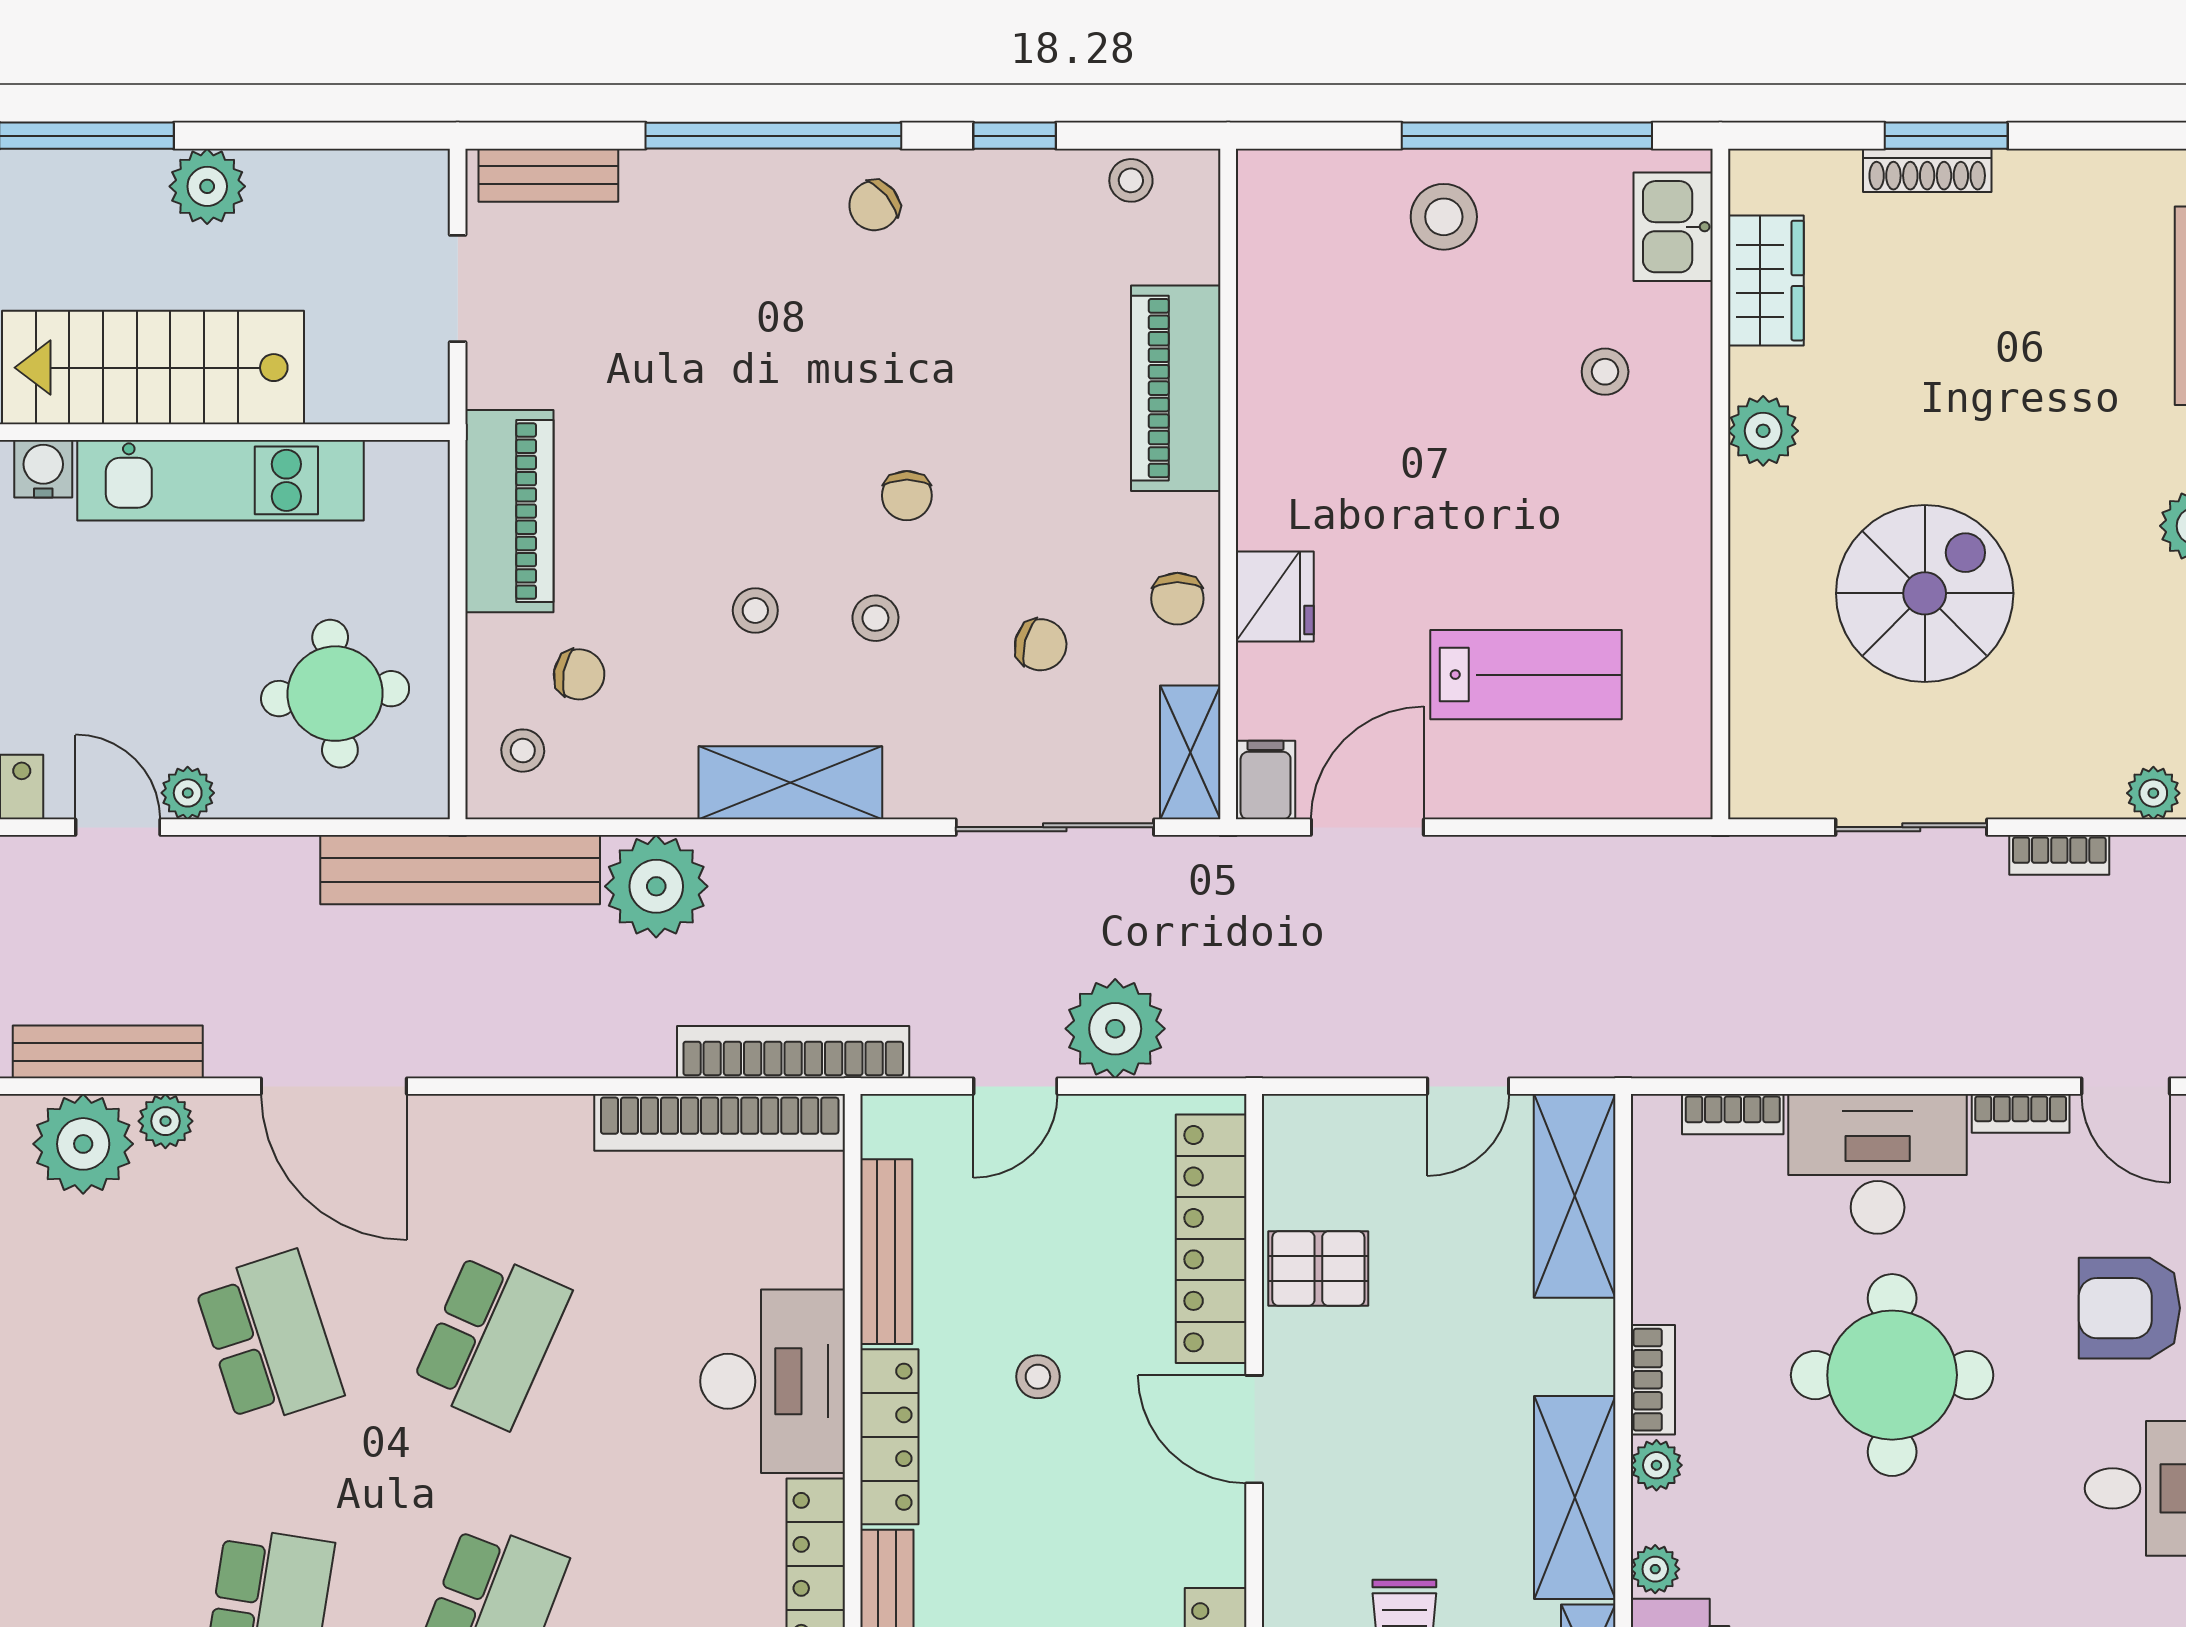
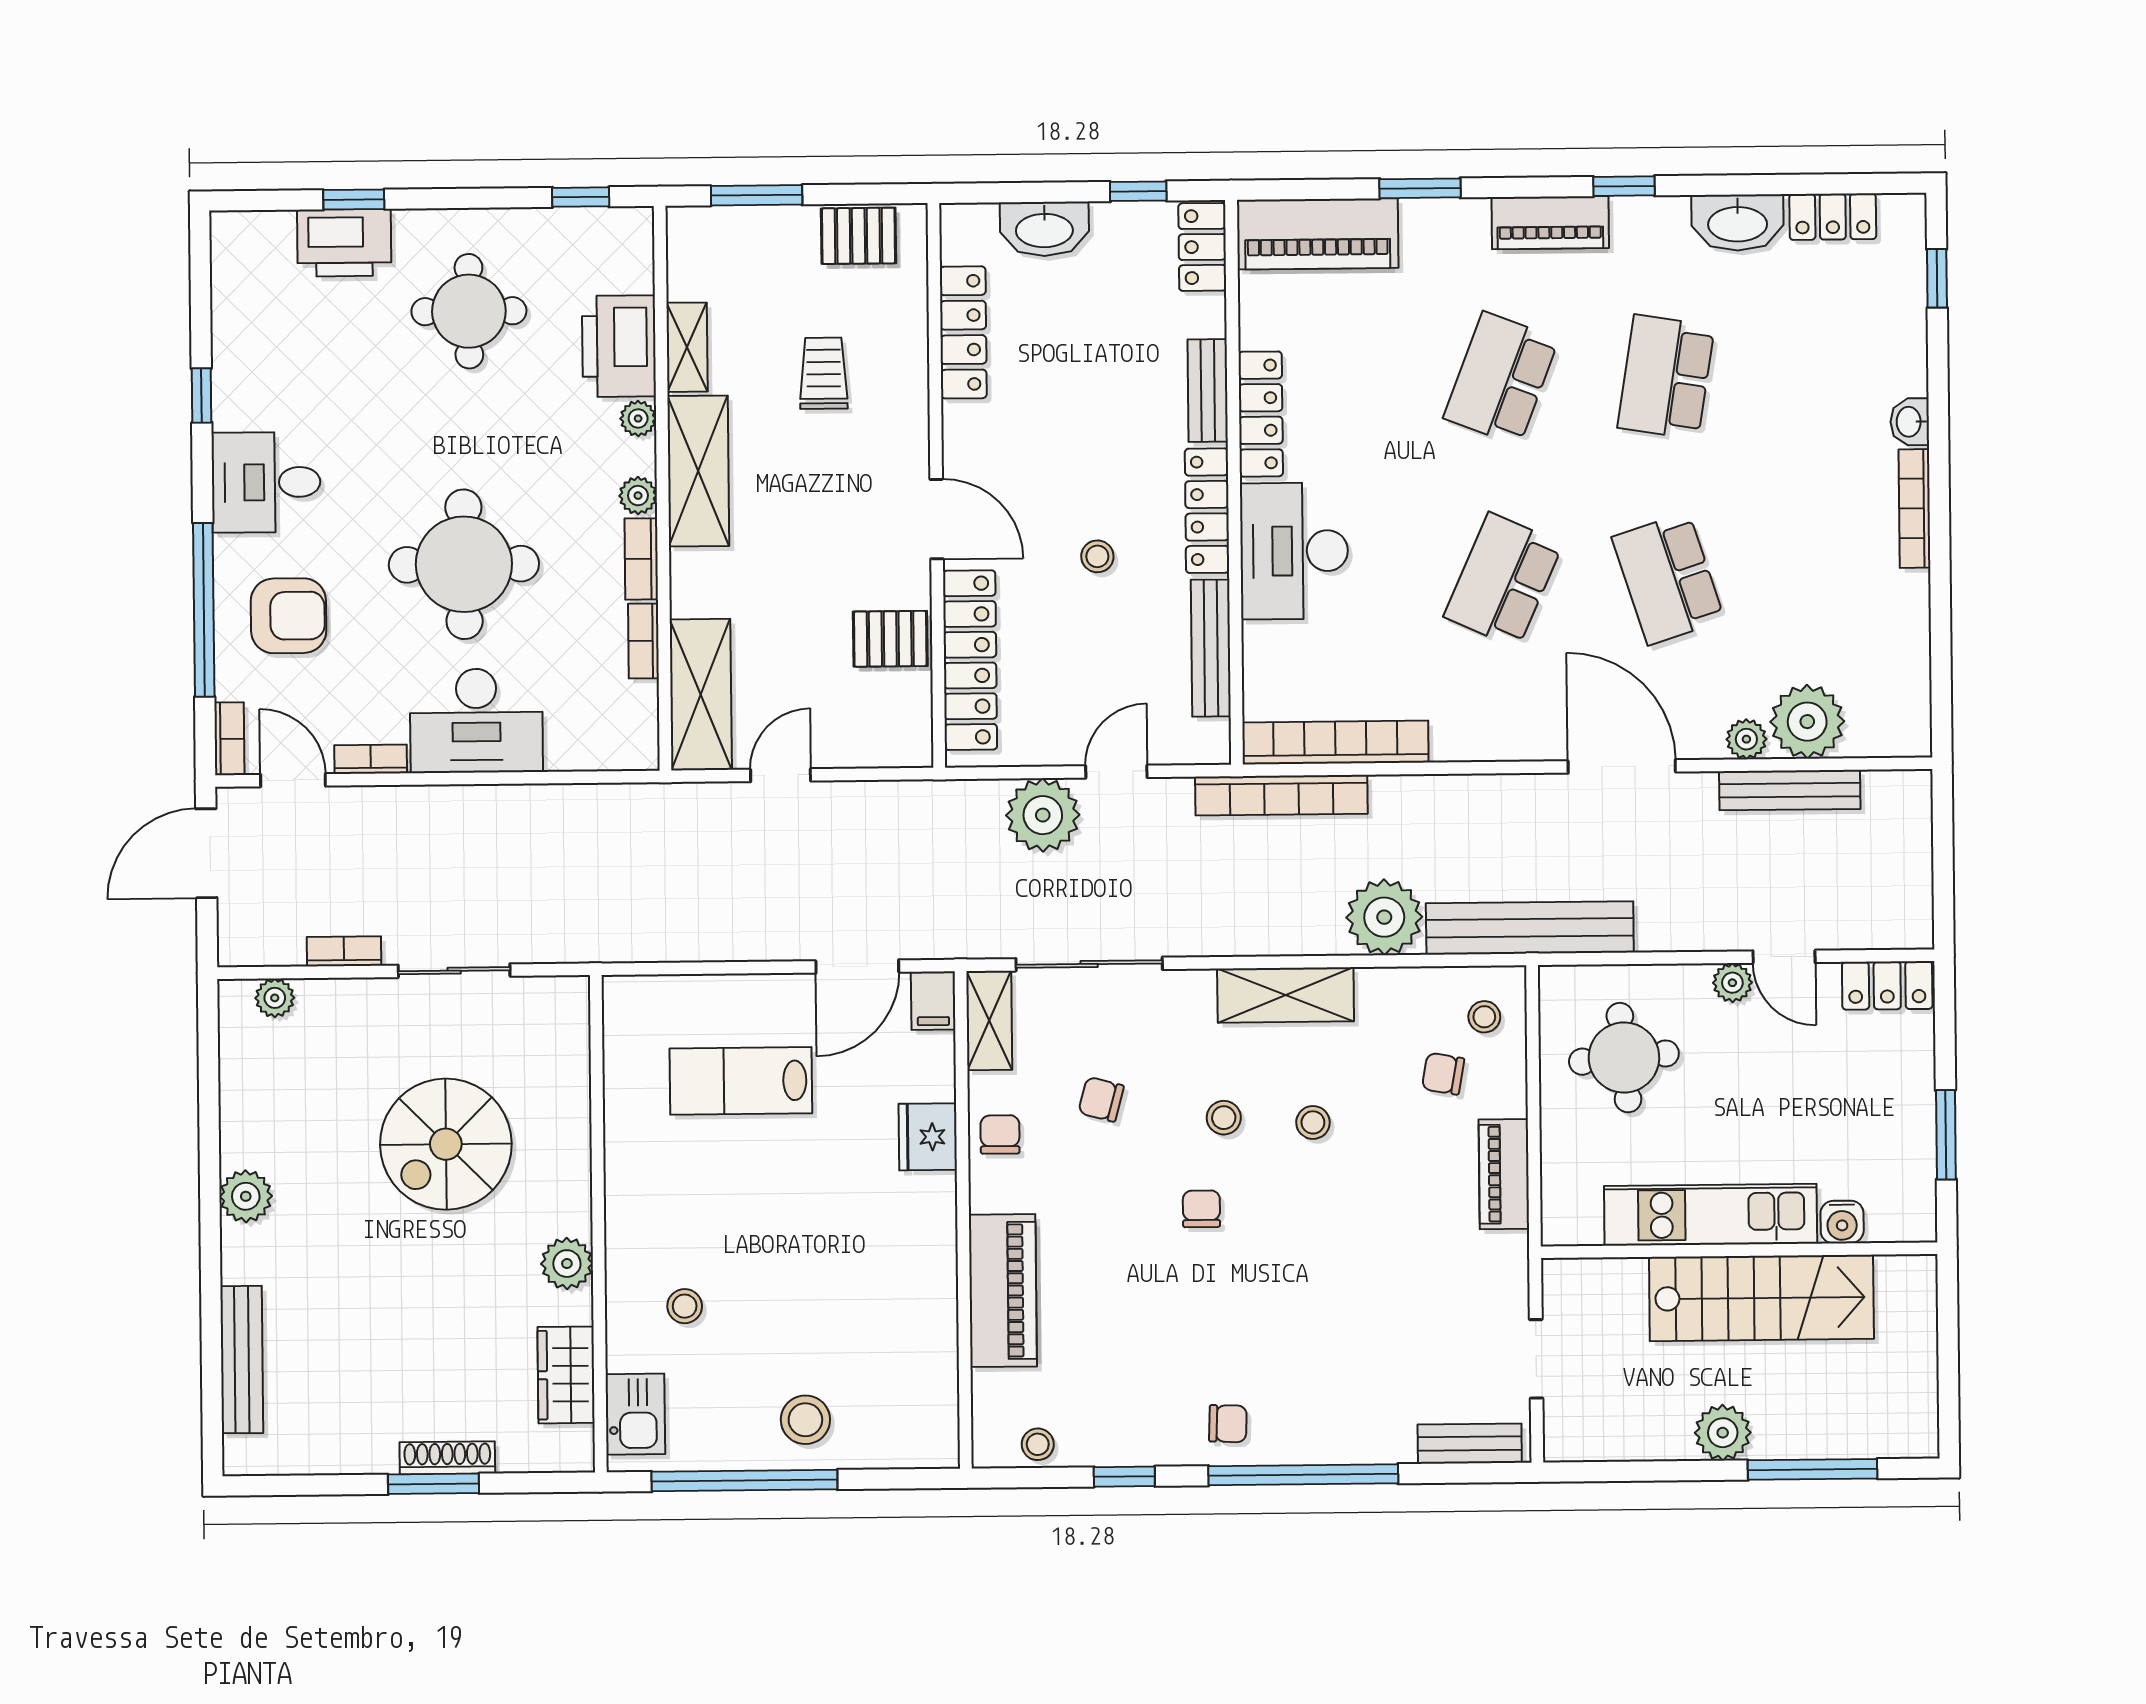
chair: (874, 206) -> (1228, 1424), turned 42
piano: (509, 511) -> (1504, 1174), width x0.73, depth x0.75
bookcase: (1733, 1114) -> (643, 641), moved, turned -90

